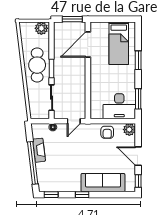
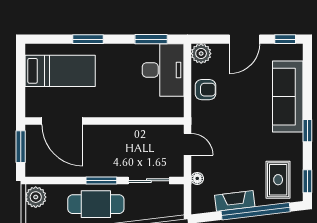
rug: (52, 177) -> (278, 180), added

